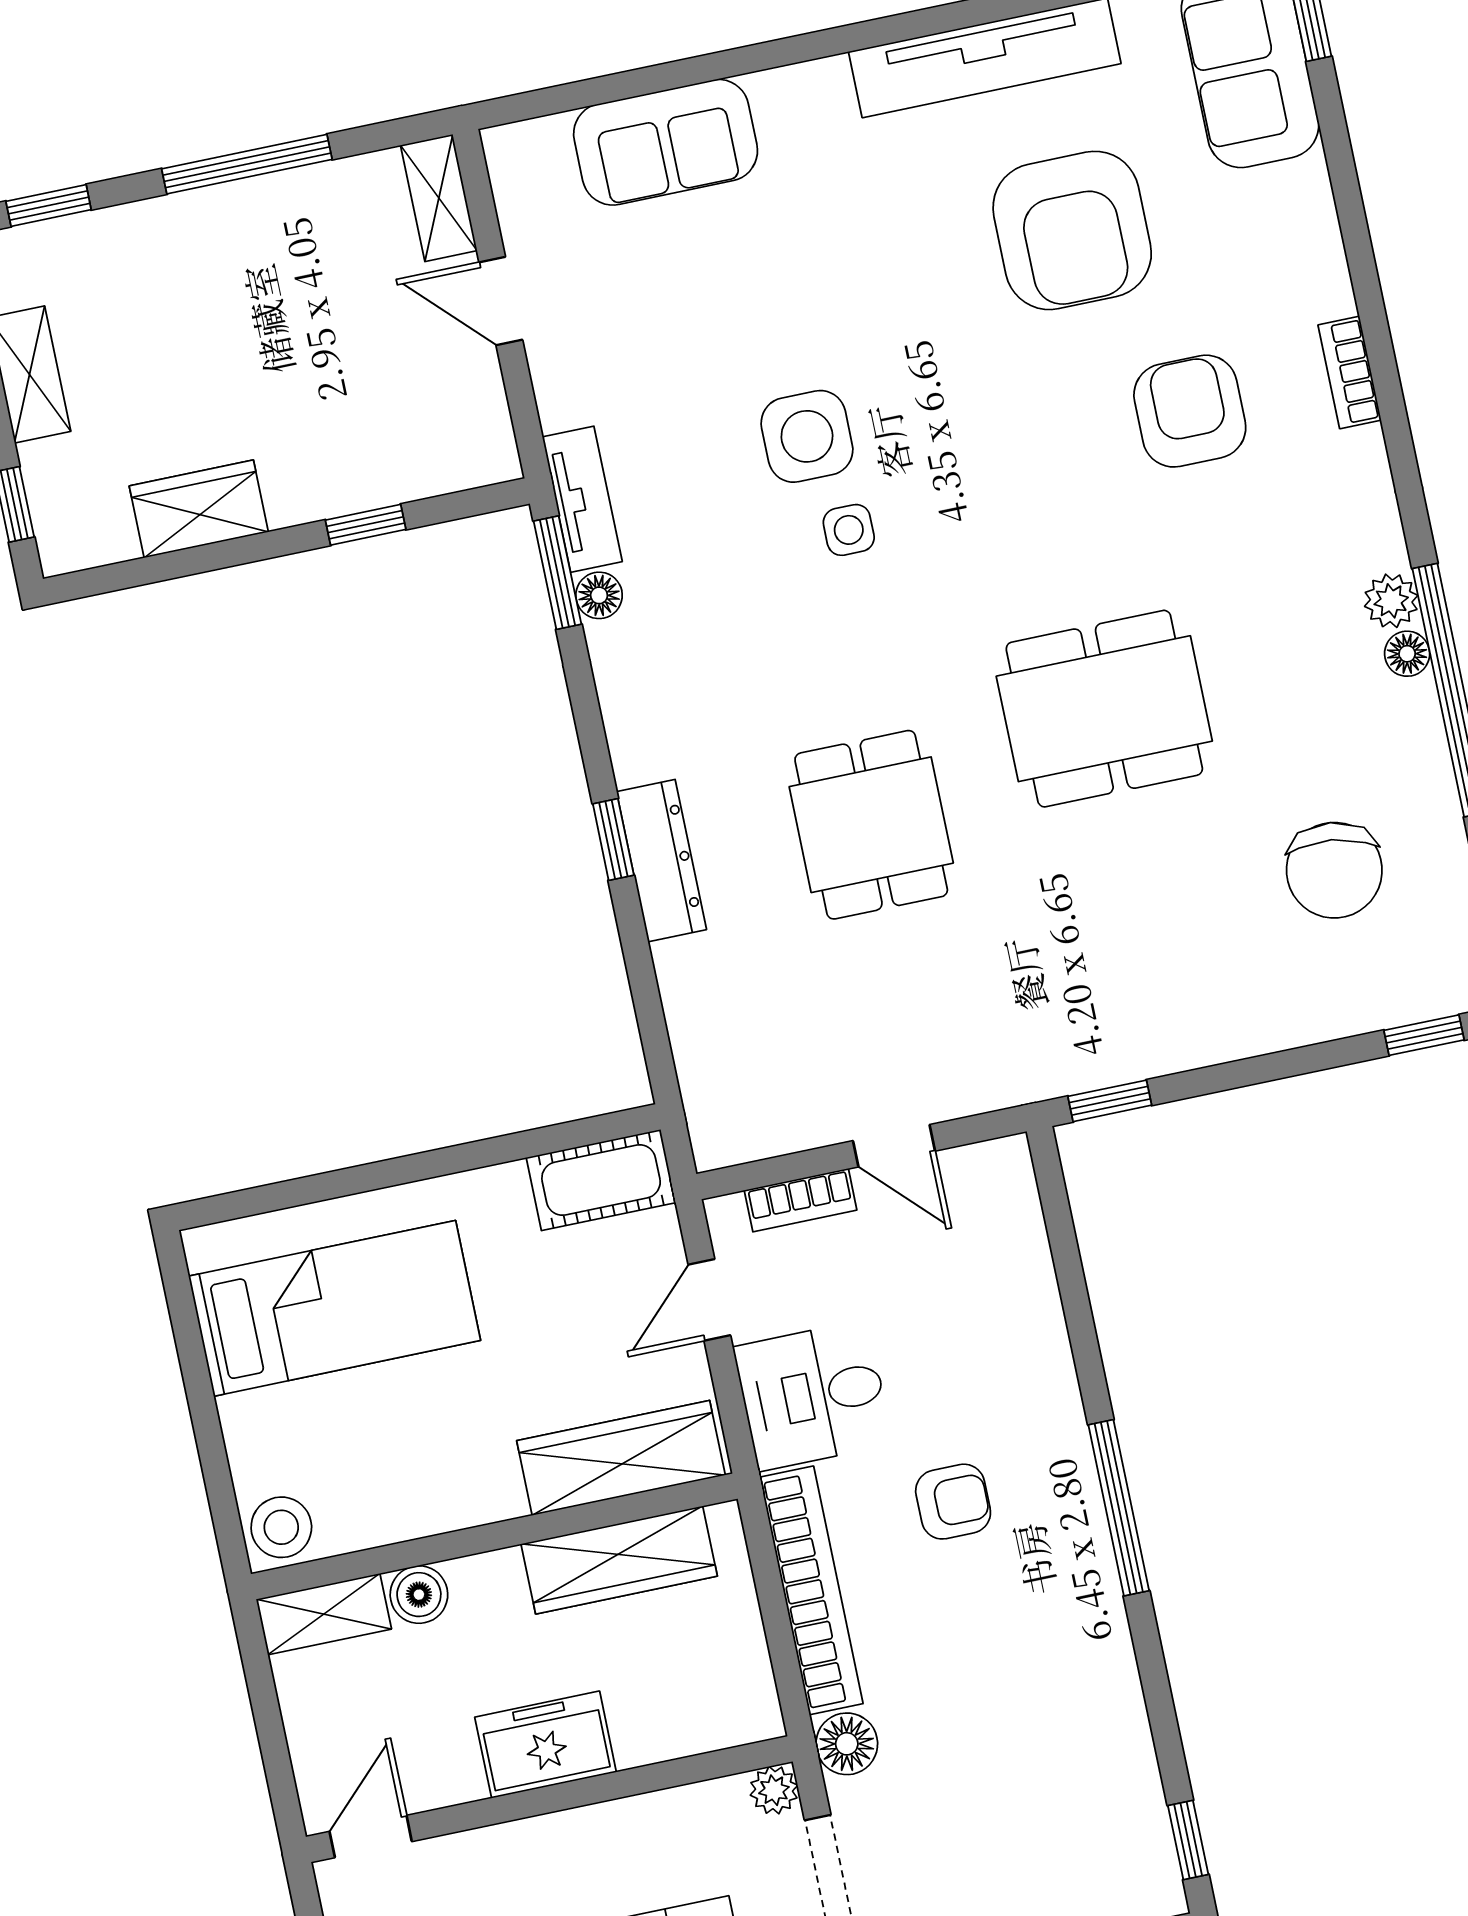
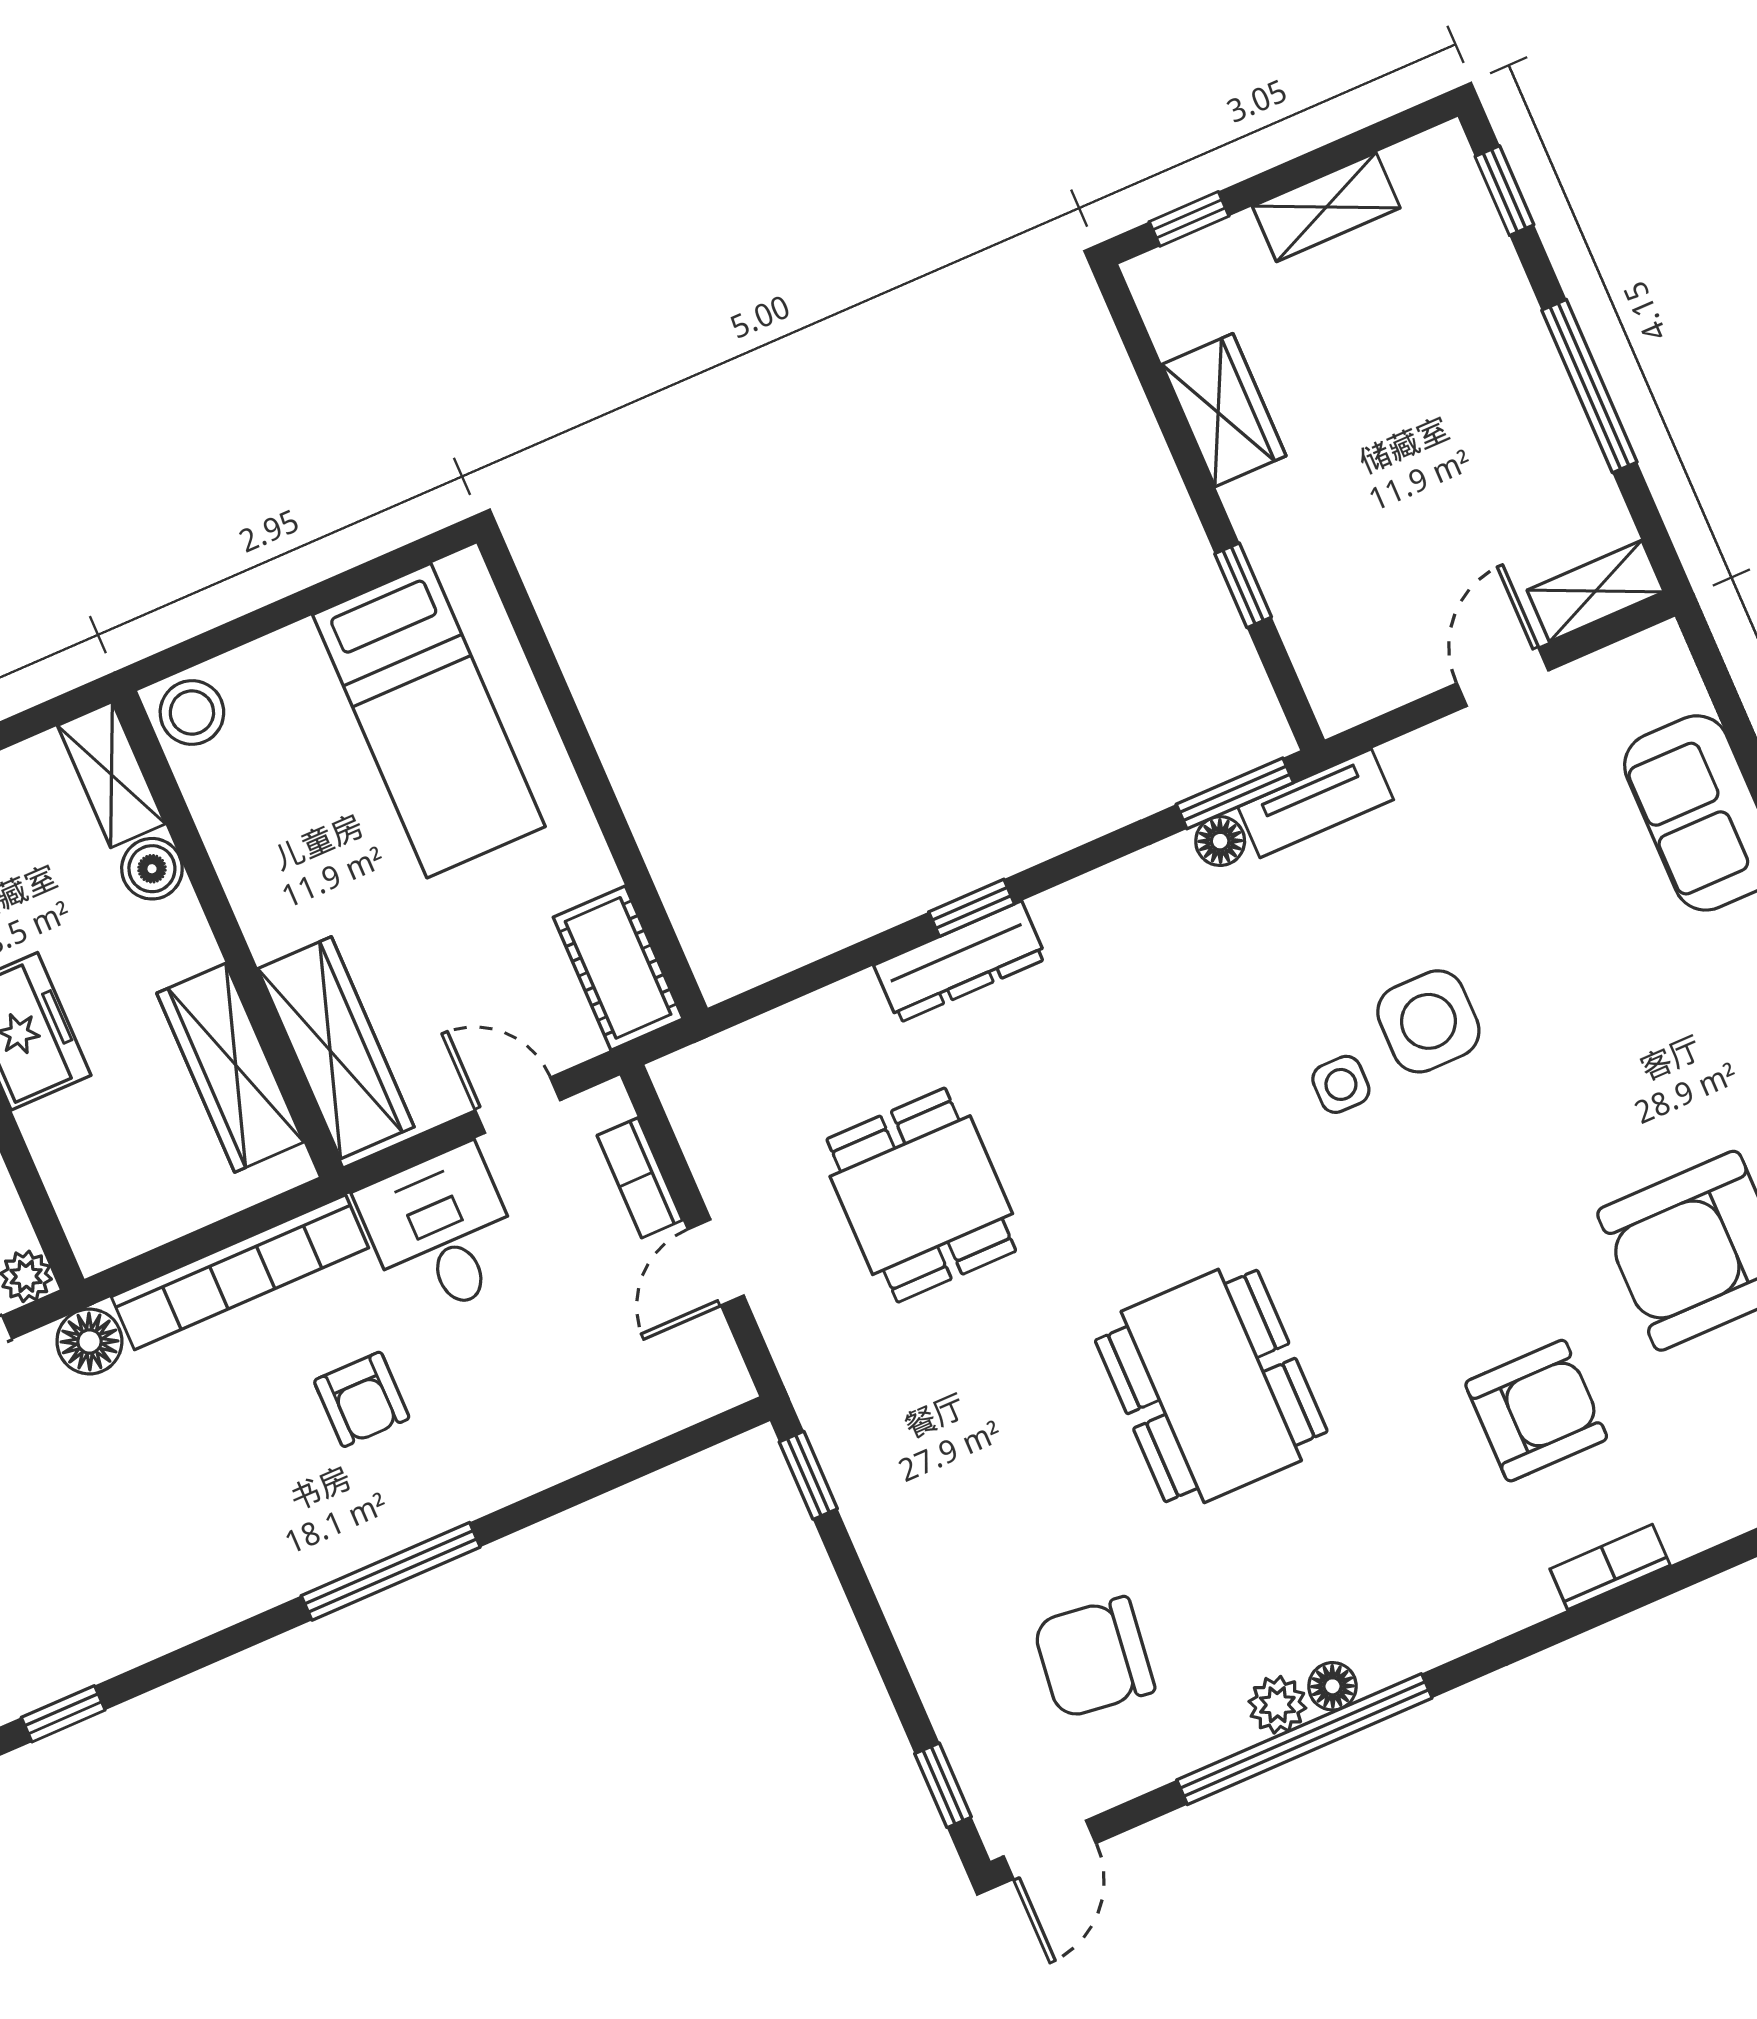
plant: (1391, 601) -> (1277, 1705), moved
dining table: (871, 825) -> (921, 1195), moved, turned 90

